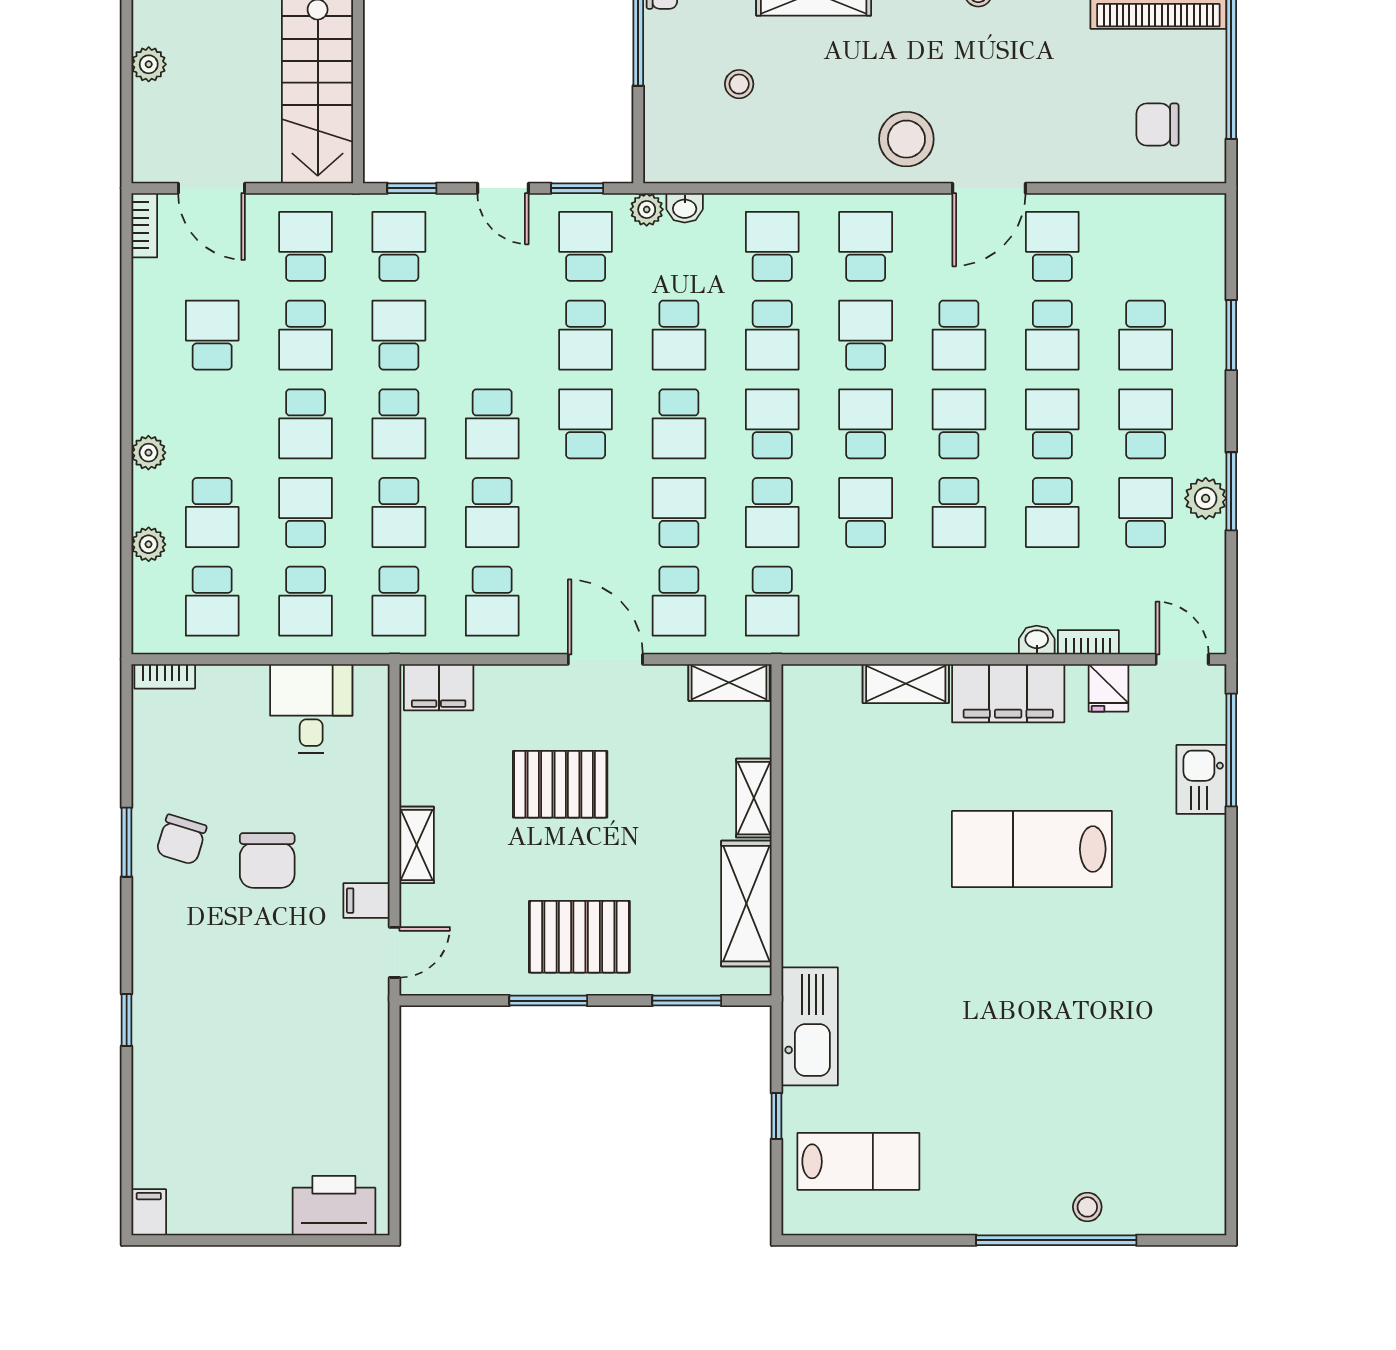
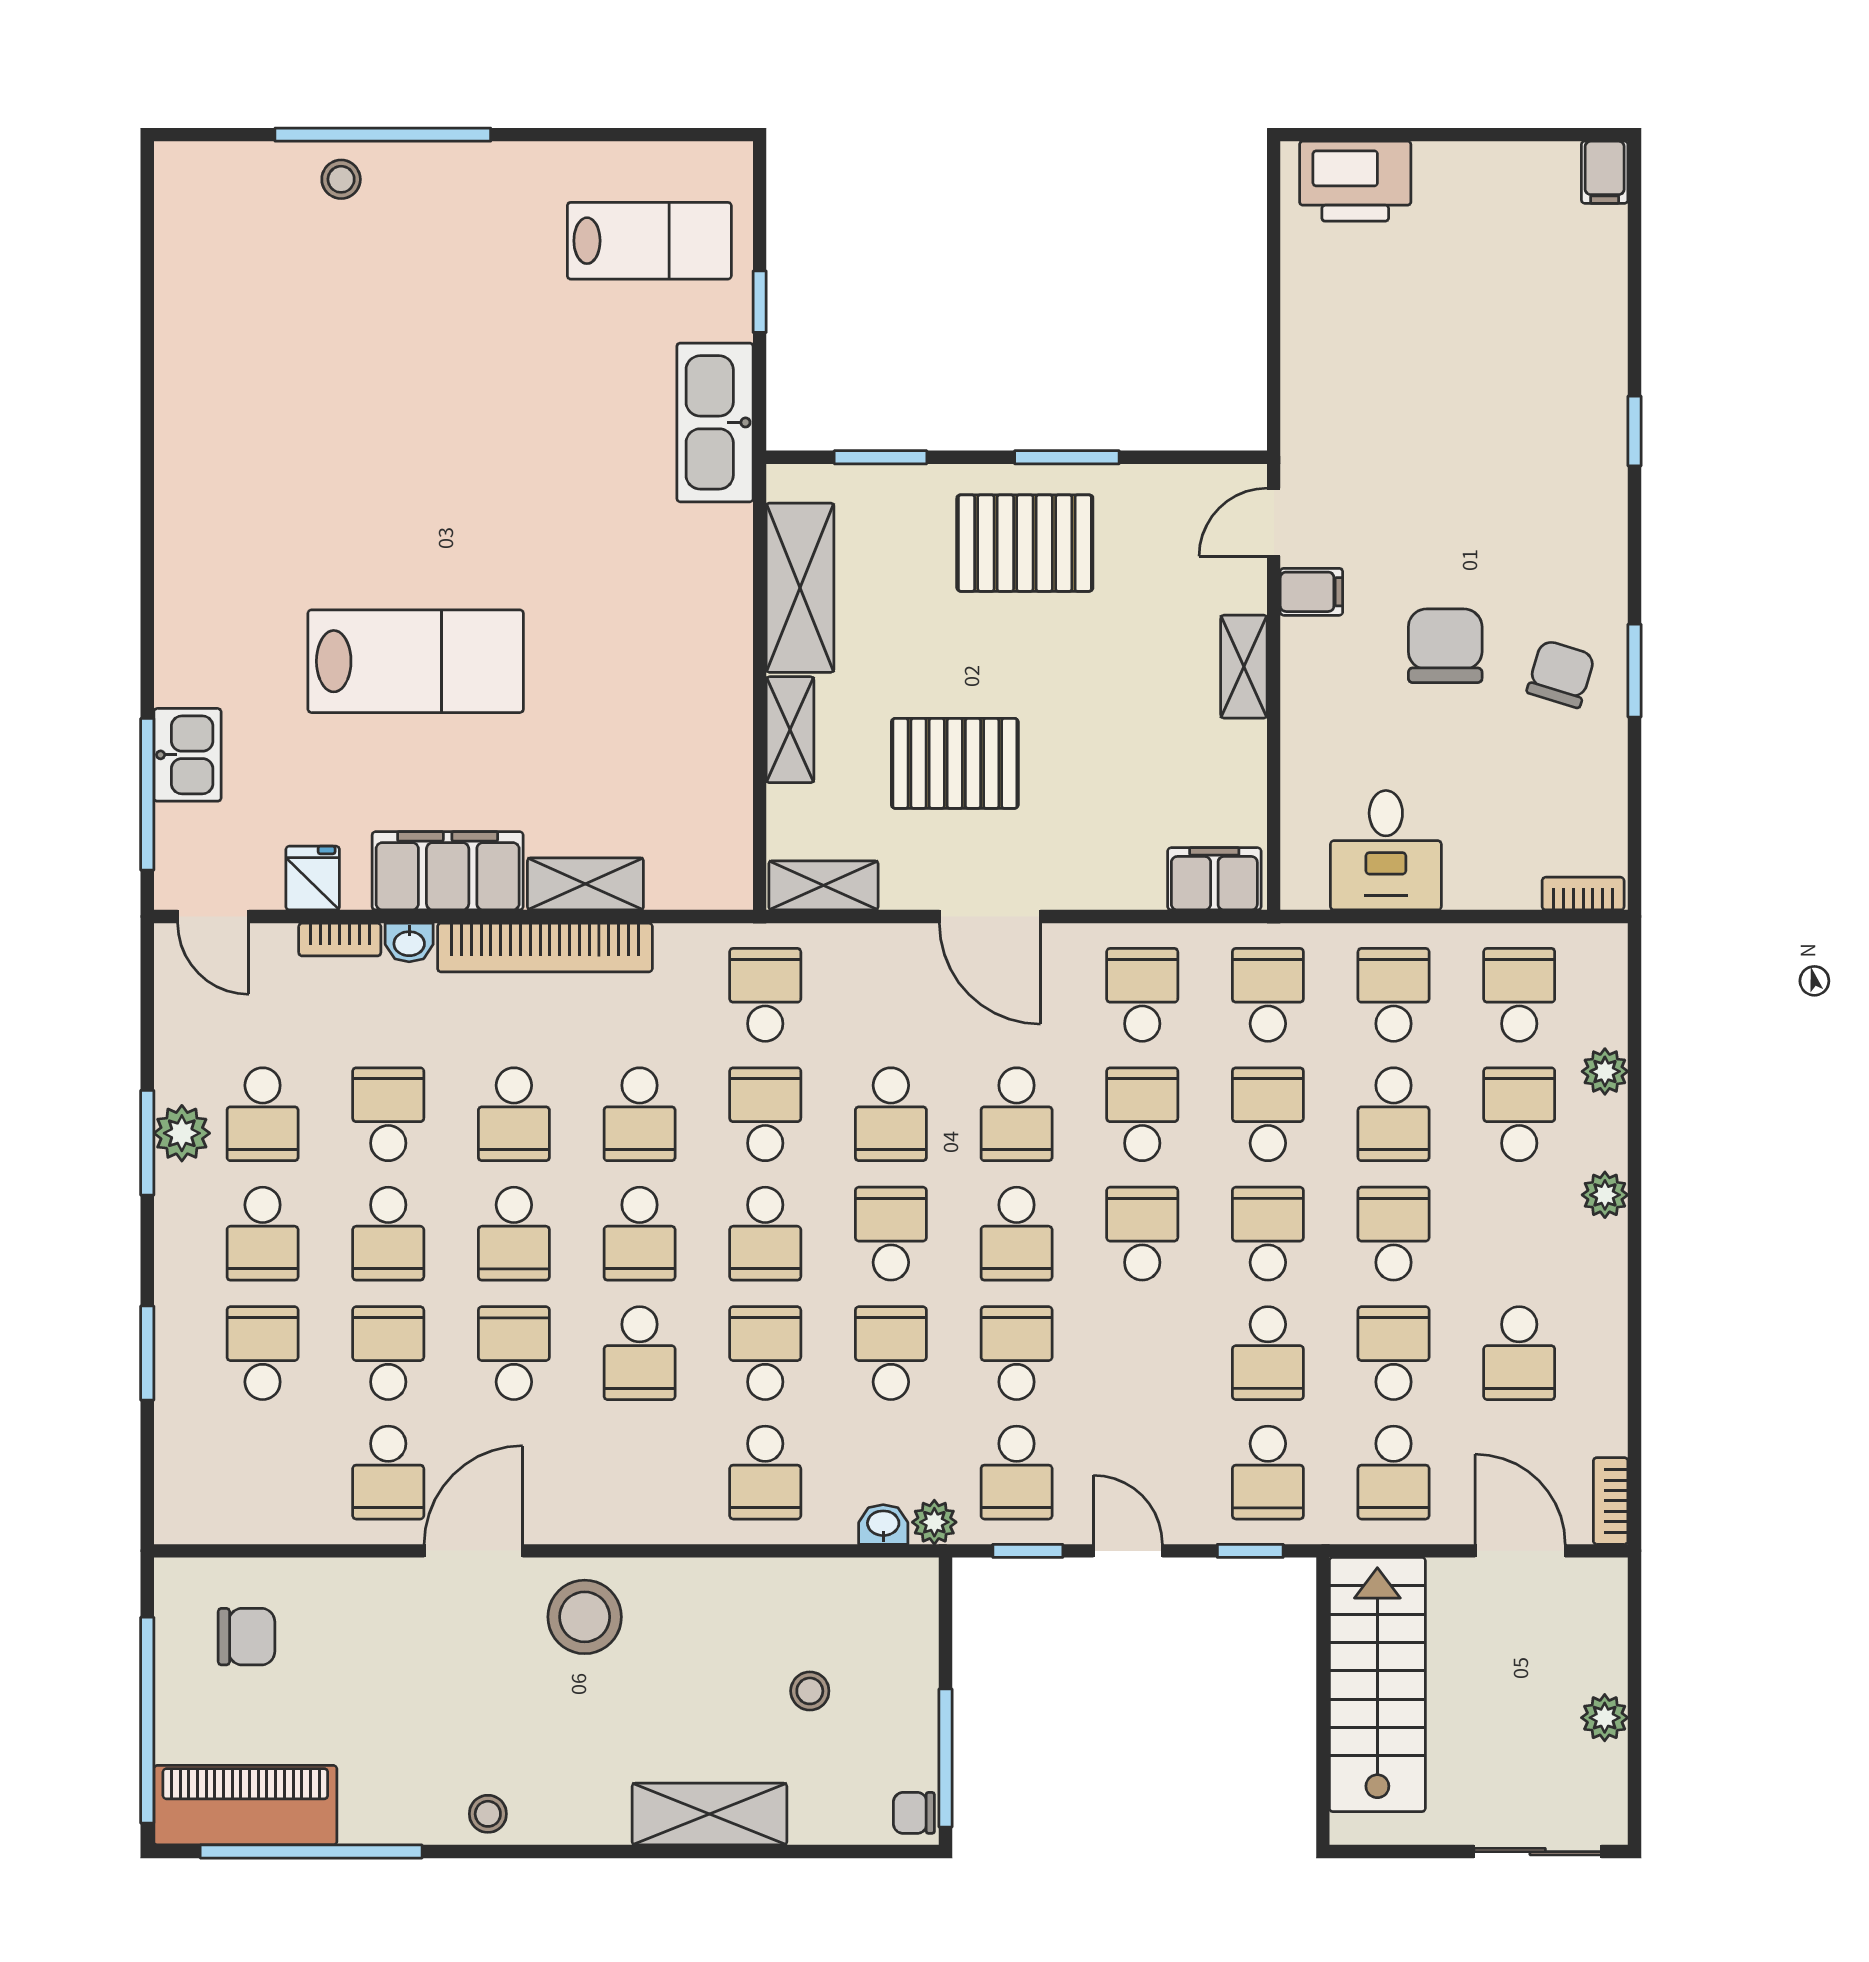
school desk: (866, 246) -> (640, 1473), removed
school desk: (959, 512) -> (514, 1114), turned 180
school desk: (679, 601) -> (1017, 1114), moved, turned 180
bookcase: (936, 636) -> (545, 947), added
pallet: (560, 784) -> (955, 763), moved
lab bench: (858, 1161) -> (649, 241), turned 180

